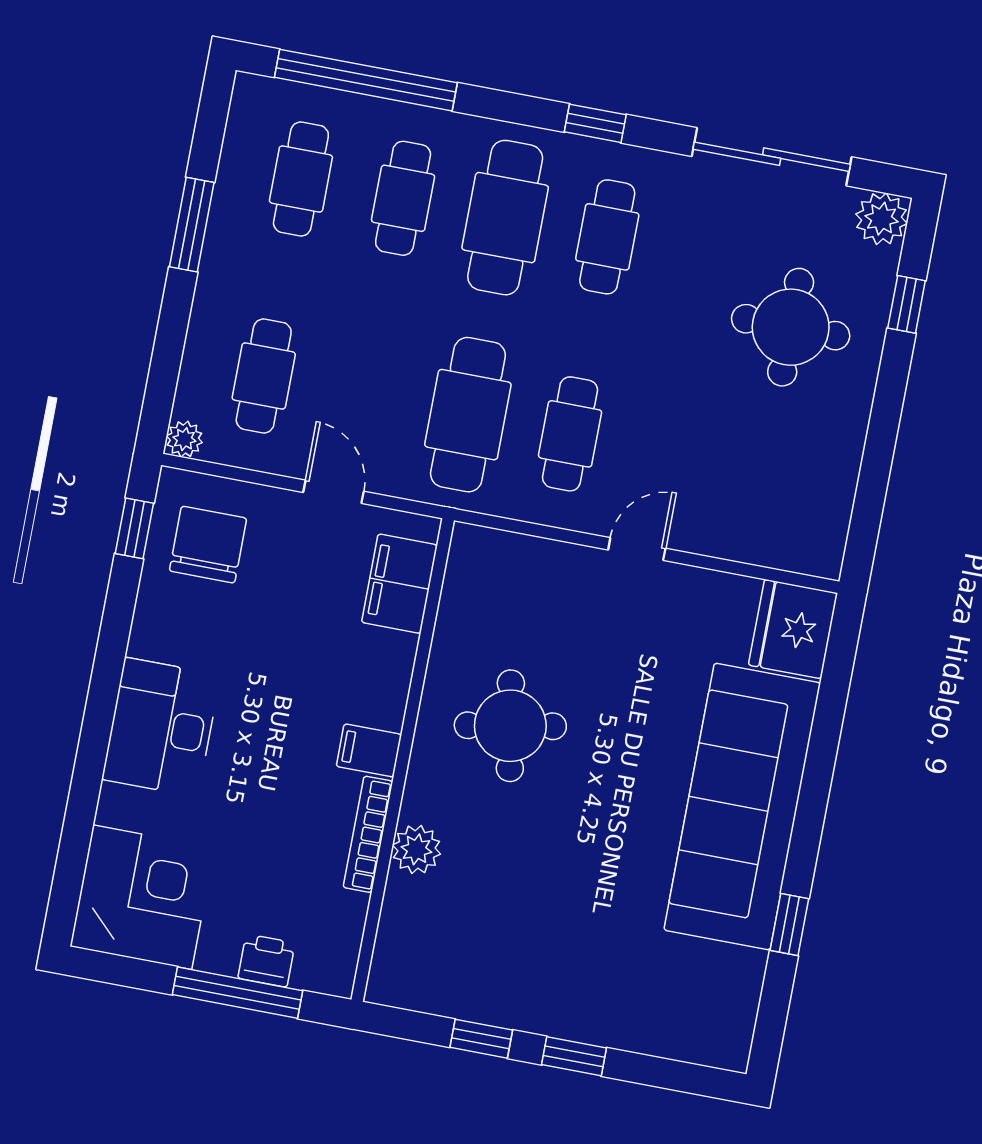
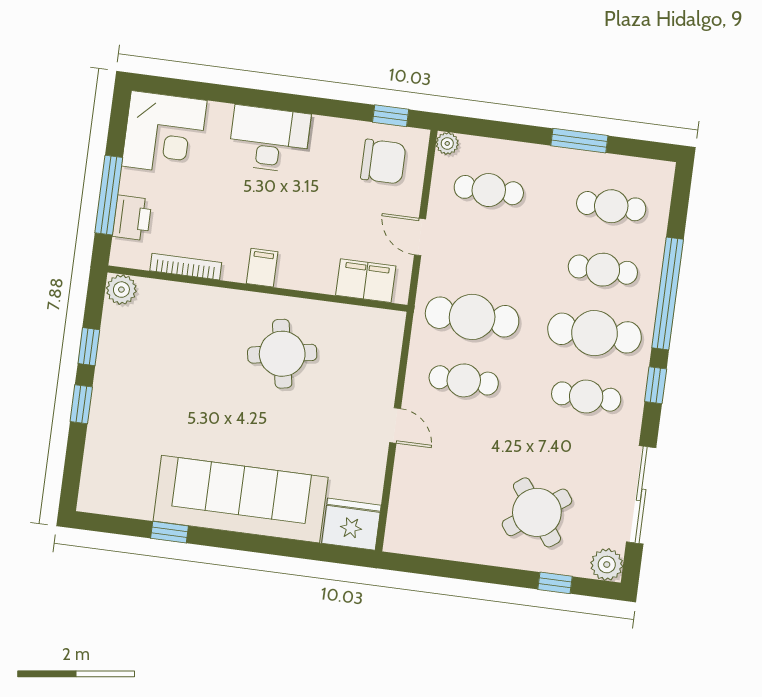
window: (366, 80) -> (668, 294), moved
round table: (791, 327) -> (537, 512), turned -36
door: (333, 492) -> (420, 237), swing flipped
bookcase: (368, 834) -> (186, 267), moved
plant: (416, 849) -> (121, 290), moved
printer: (266, 961) -> (132, 218), width x1.36, depth x1.24

